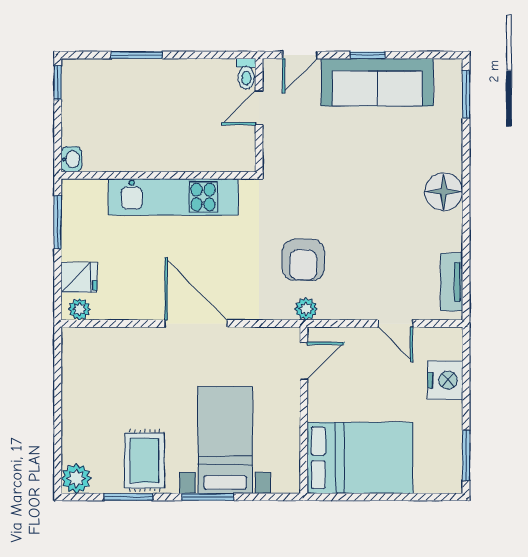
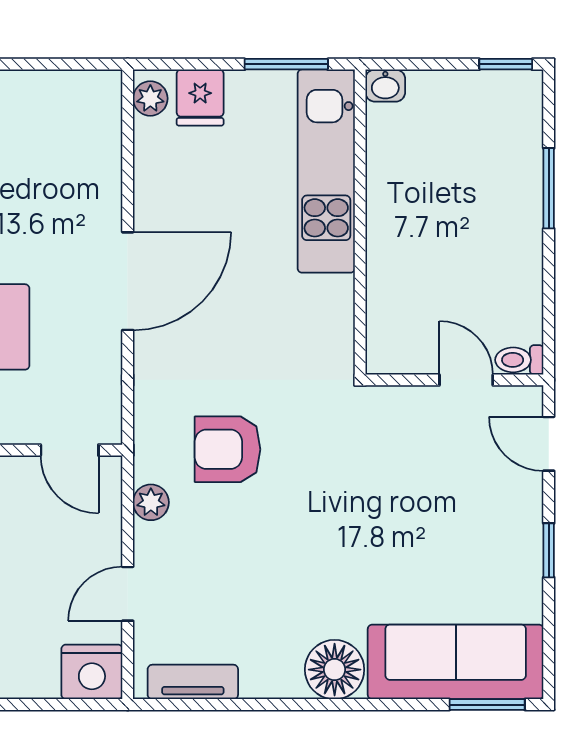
sofa: (377, 82) -> (456, 662), moved, turned 90
kitchen unit: (173, 197) -> (326, 171), moved
plant: (306, 309) -> (151, 502), moved
nightstand: (445, 380) -> (92, 672), moved

